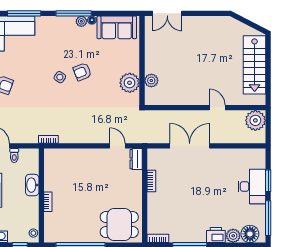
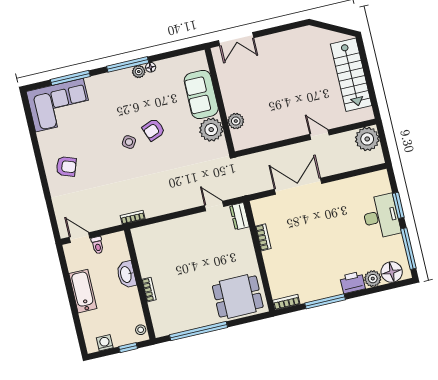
sofa: (117, 27) -> (201, 95), moved, turned 90

